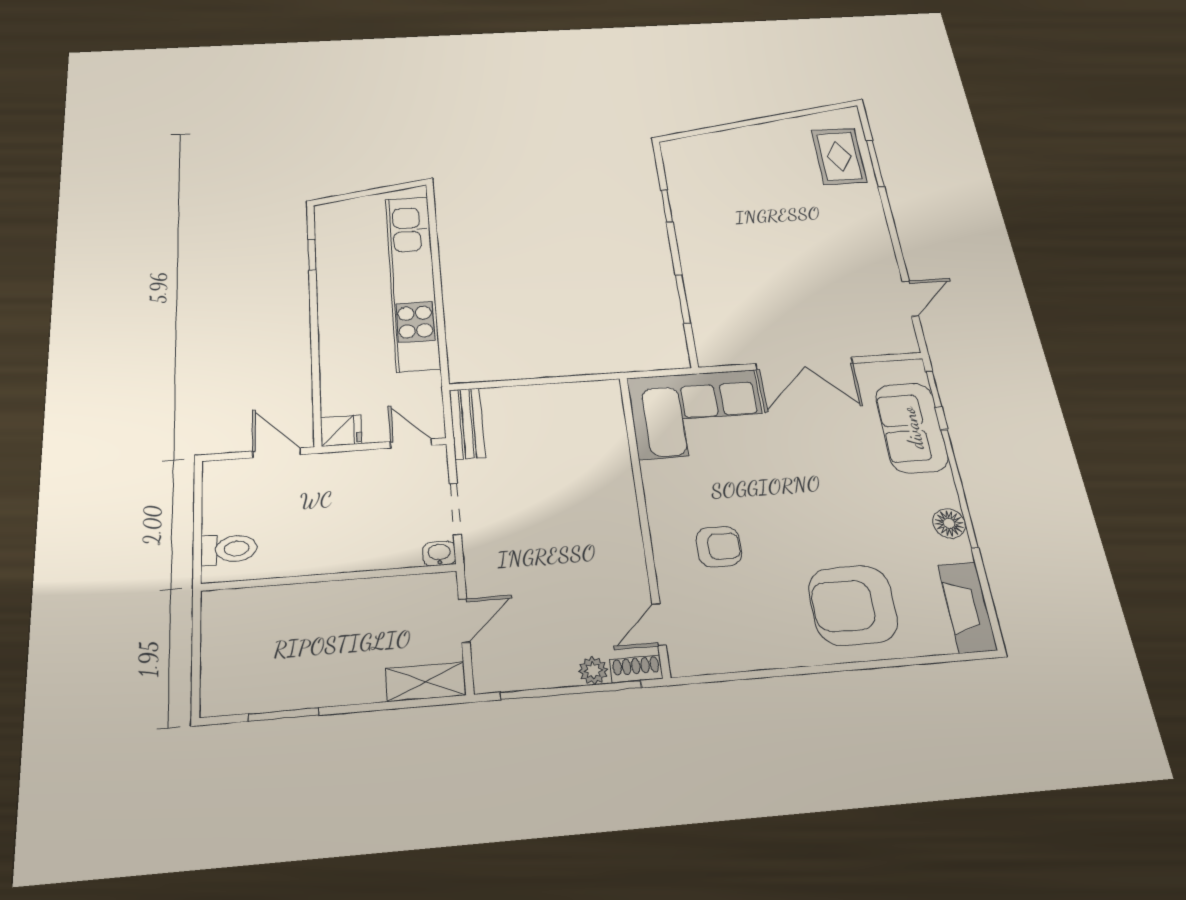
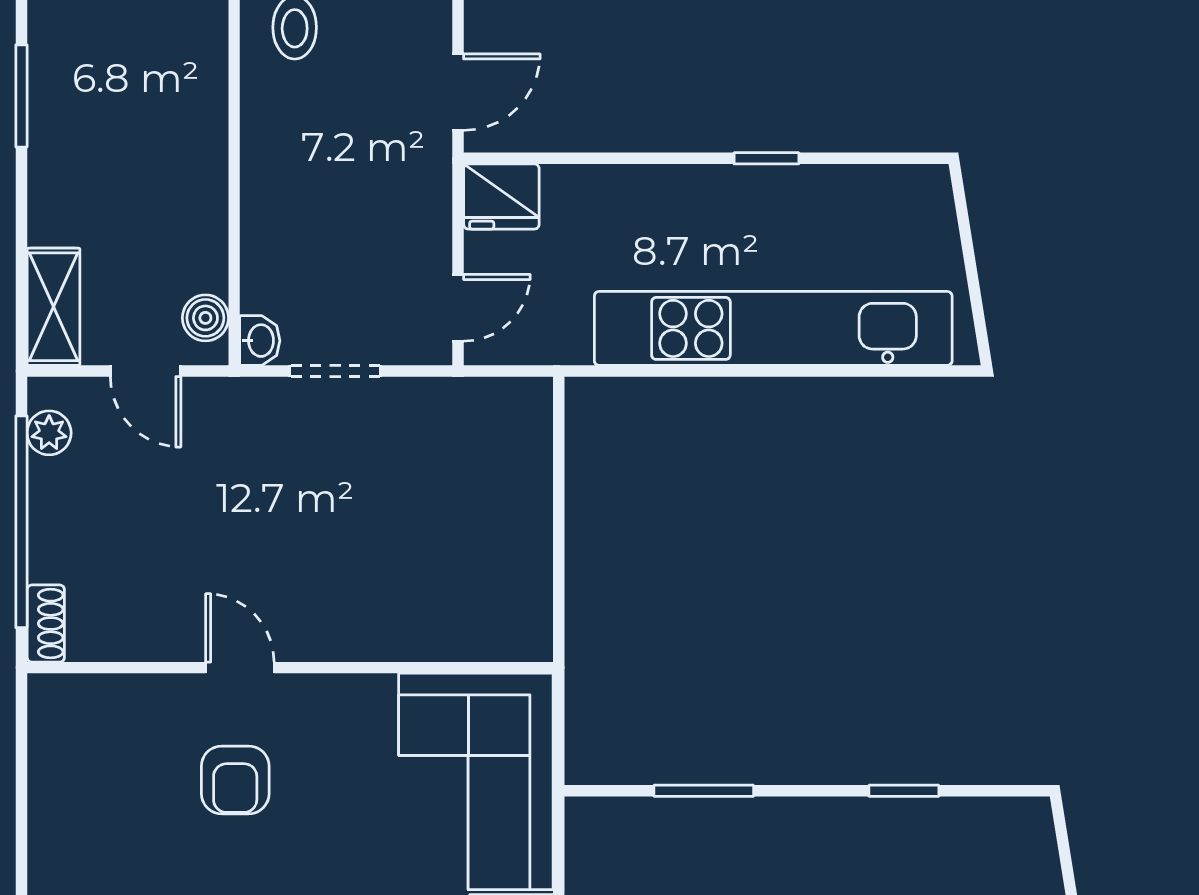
window: (312, 255) -> (766, 158), moved
bench: (467, 423) -> (488, 401), removed
fridge: (341, 431) -> (501, 196), width x1.38
boiler: (427, 587) -> (205, 318), added
door: (659, 624) -> (240, 668), moved
plant: (593, 671) -> (49, 433), moved

